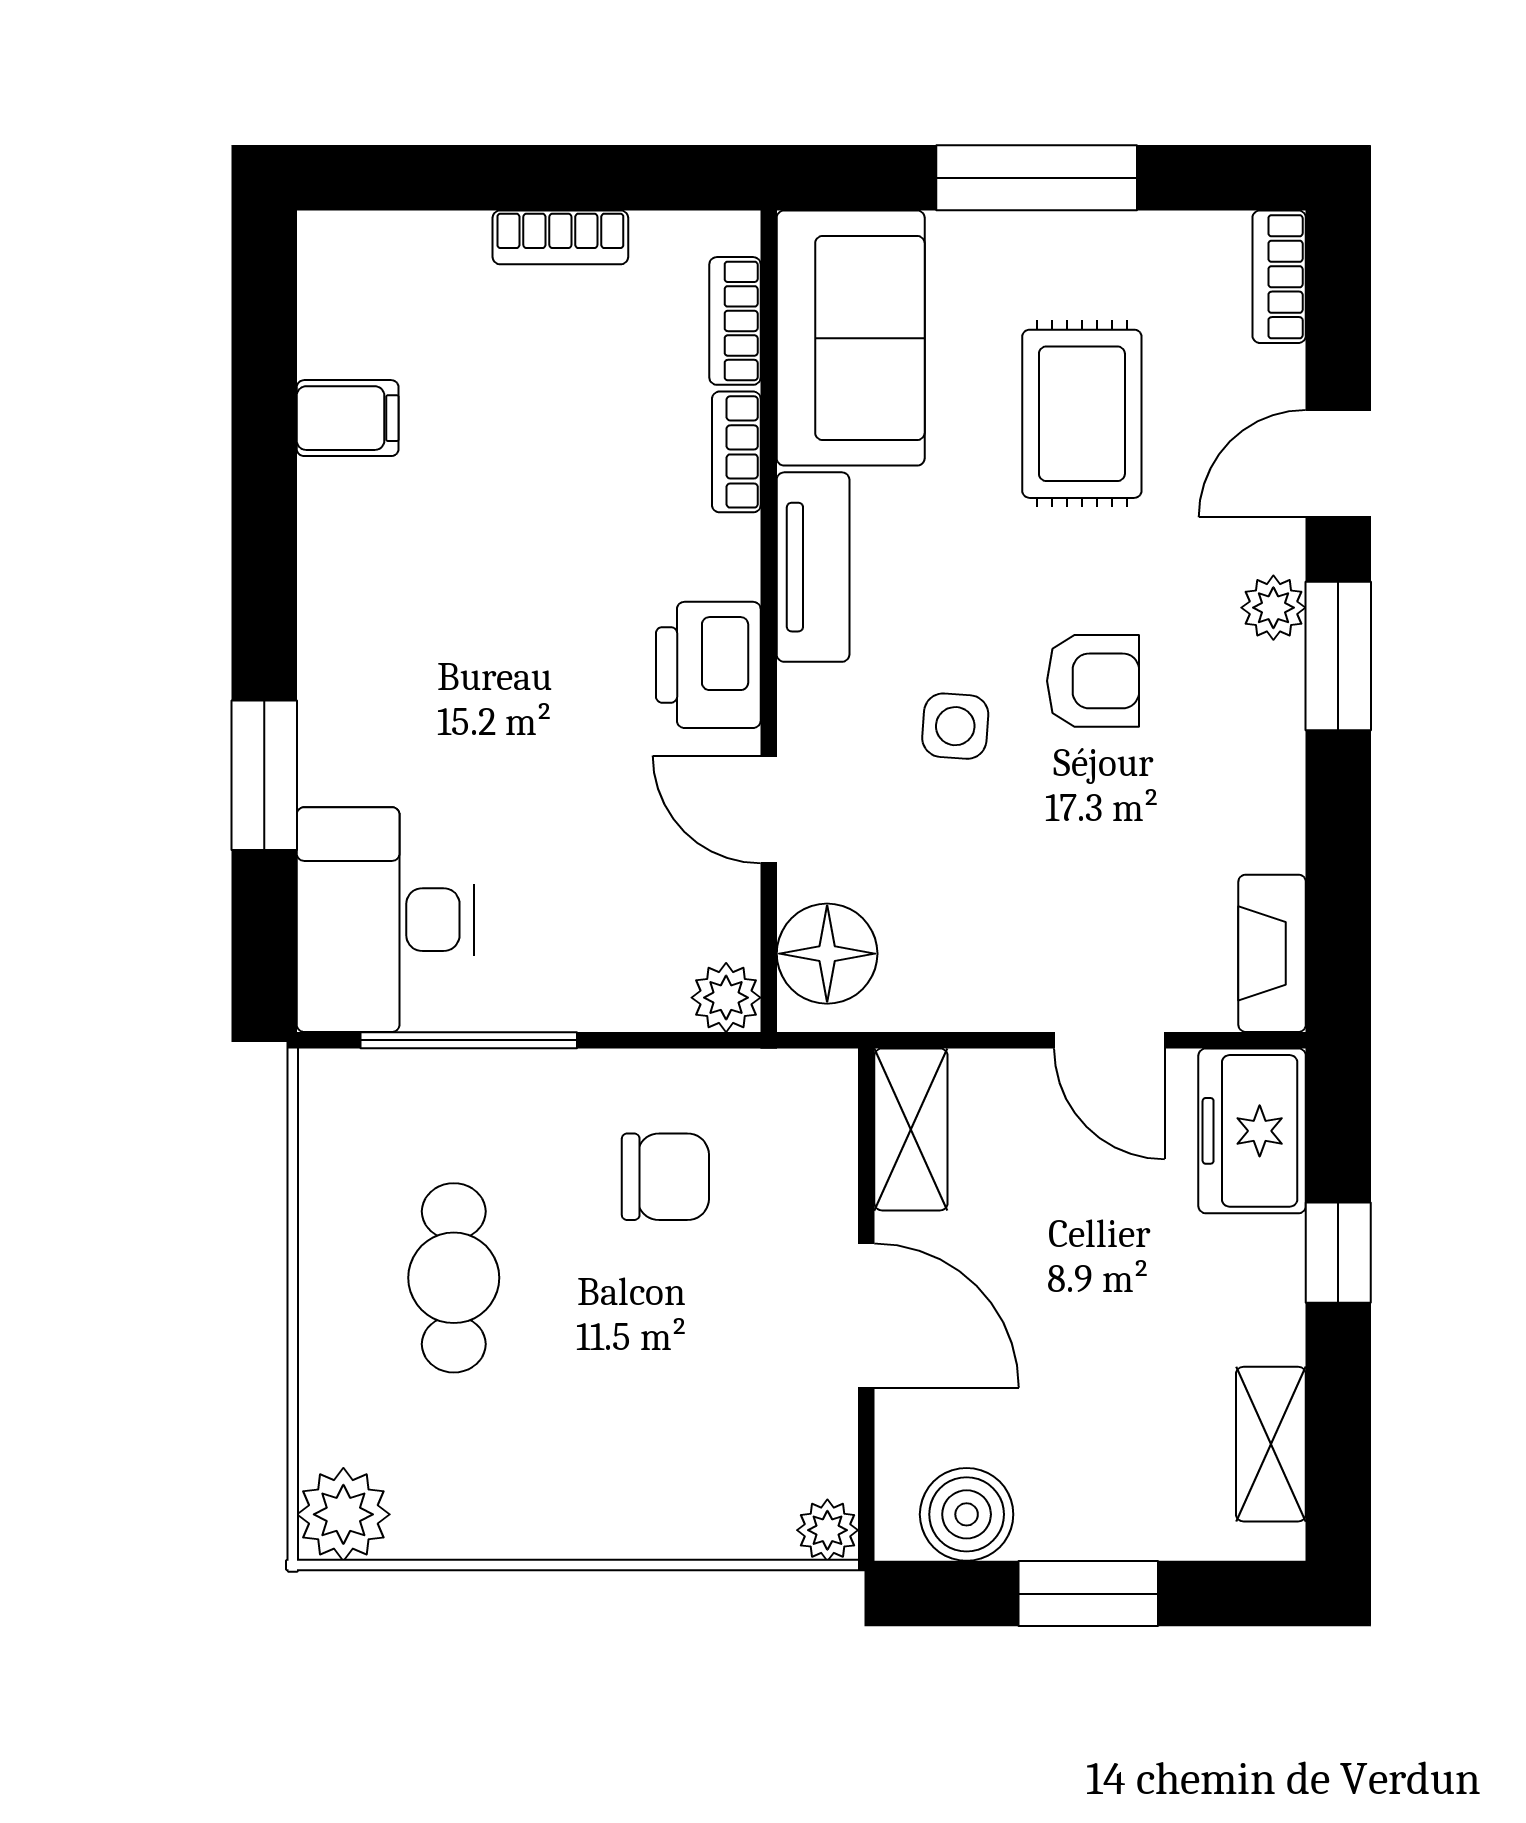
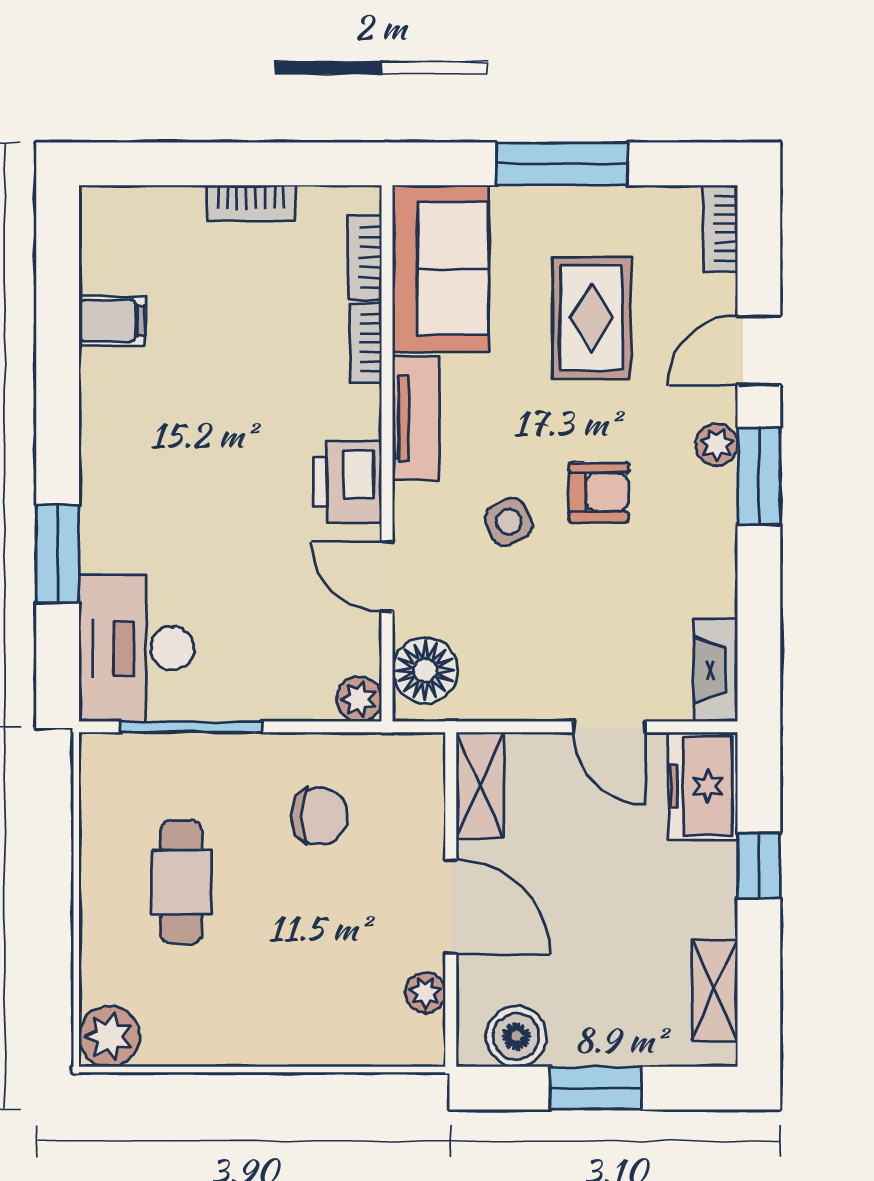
side table: (955, 726) -> (509, 522), turned -32
plant: (827, 1530) -> (425, 992), moved

